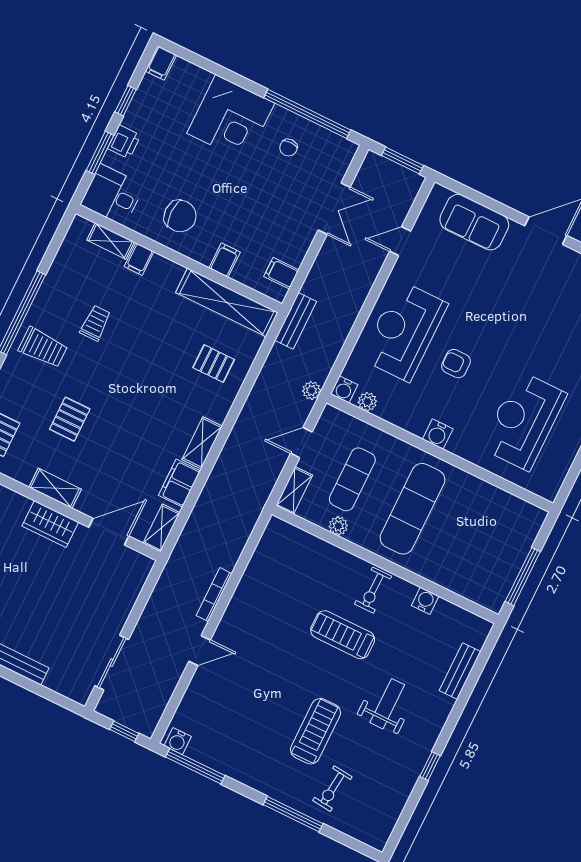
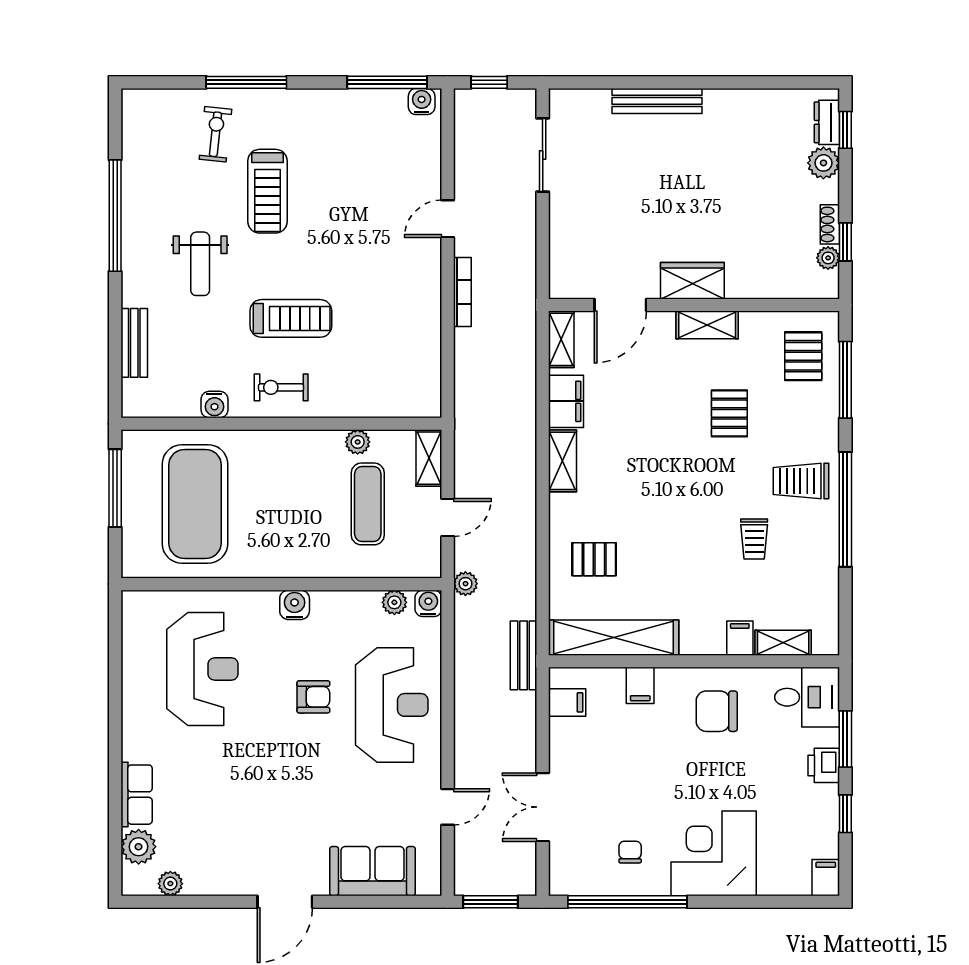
exercise mat: (412, 509) -> (195, 504), moved, width x1.47
exercise bike: (373, 590) -> (281, 387), turned -90
window: (430, 766) -> (115, 216), width x3.17

